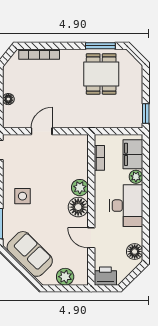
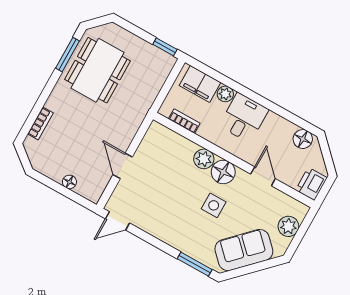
bookcase: (39, 54) -> (40, 123), width x0.64
dining table: (101, 74) -> (97, 70), width x1.38
side table: (22, 196) -> (214, 205), moved
desk: (126, 206) -> (244, 118), width x0.73
door: (91, 238) -> (263, 176), swing flipped

